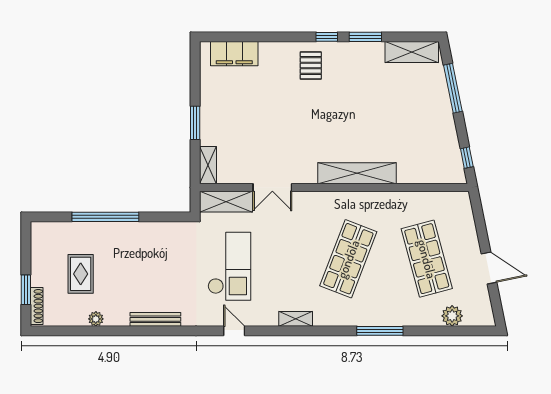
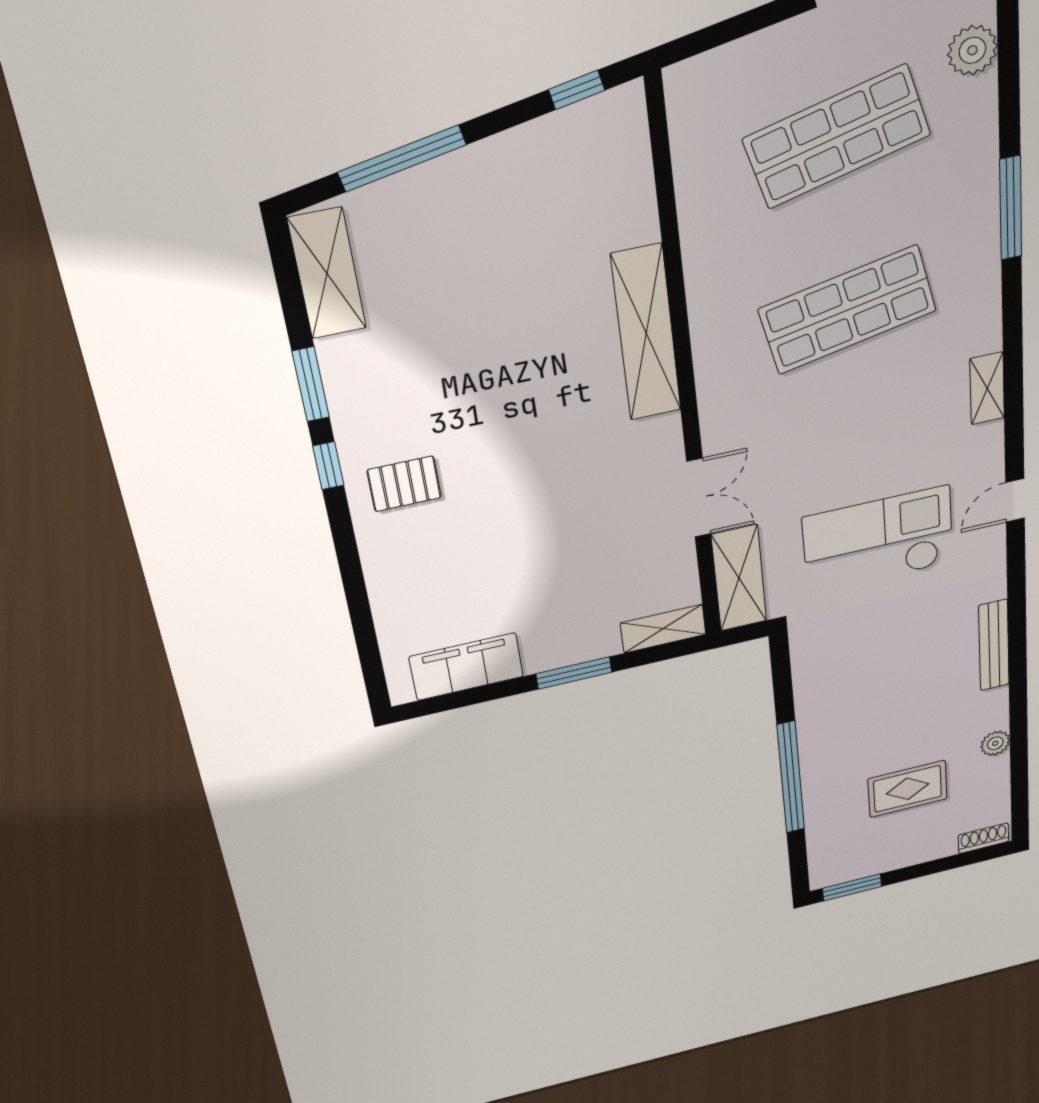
filing cabinet: (234, 54) -> (466, 667), moved, turned -90
shop shelf: (348, 259) -> (848, 310), turned -33
window: (26, 290) -> (852, 887), moved
shoe rack: (37, 306) -> (983, 838), width x0.70

